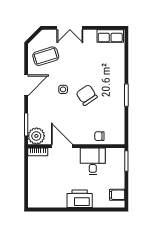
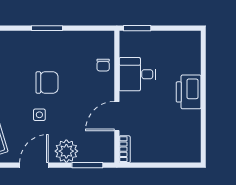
door: (26, 85) -> (34, 165), hinge flipped
chair: (87, 95) -> (47, 83), turned -146
plant: (36, 136) -> (66, 151), moved
filing cabinet: (117, 195) -> (183, 41), removed

